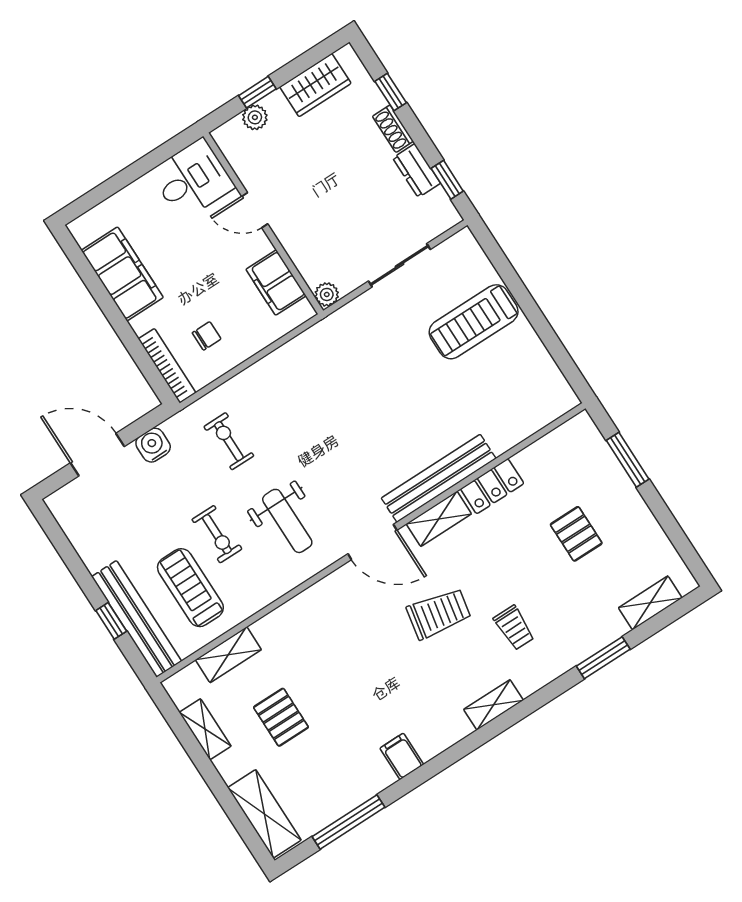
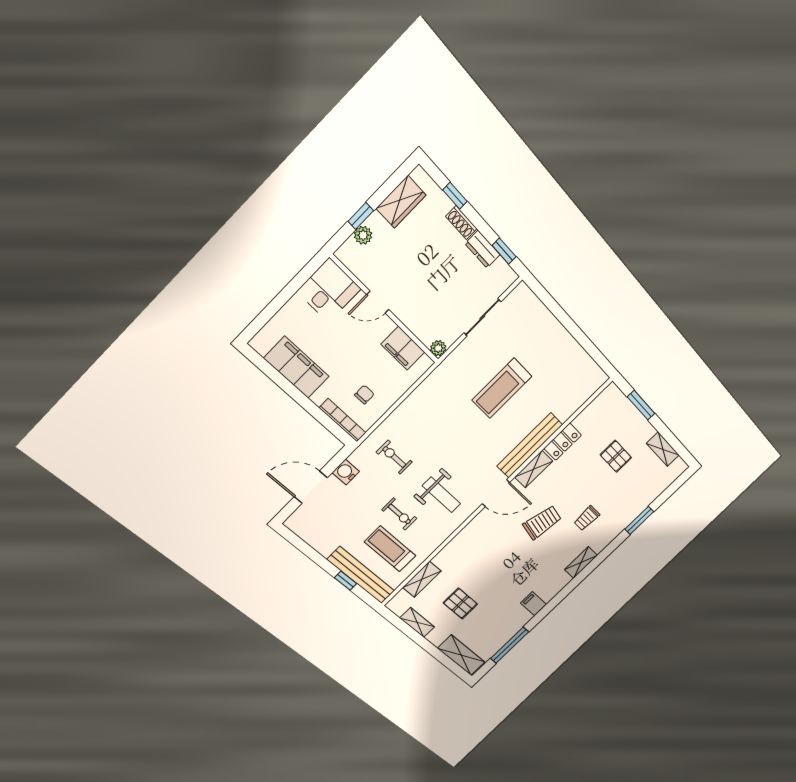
treadmill: (474, 322) -> (502, 388), moved
shelving: (650, 603) -> (663, 449), moved, turned 90
trolley: (514, 628) -> (587, 518), turned 90

